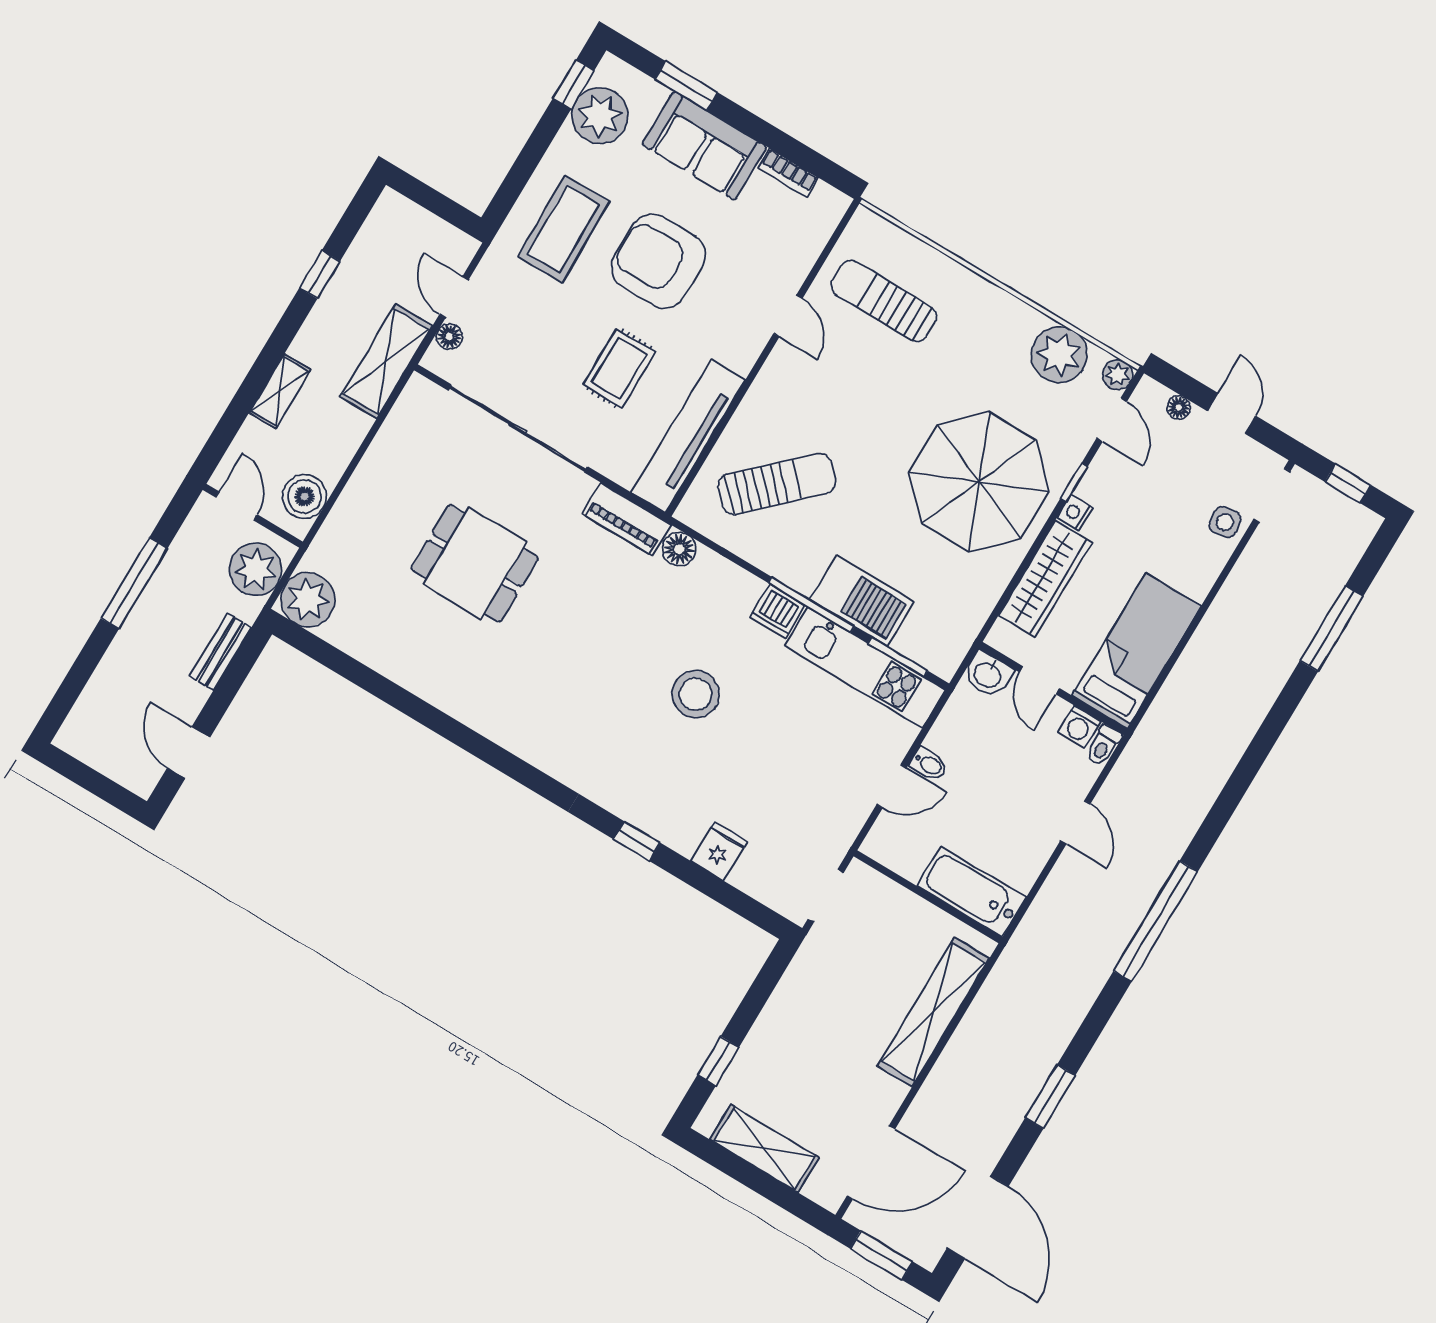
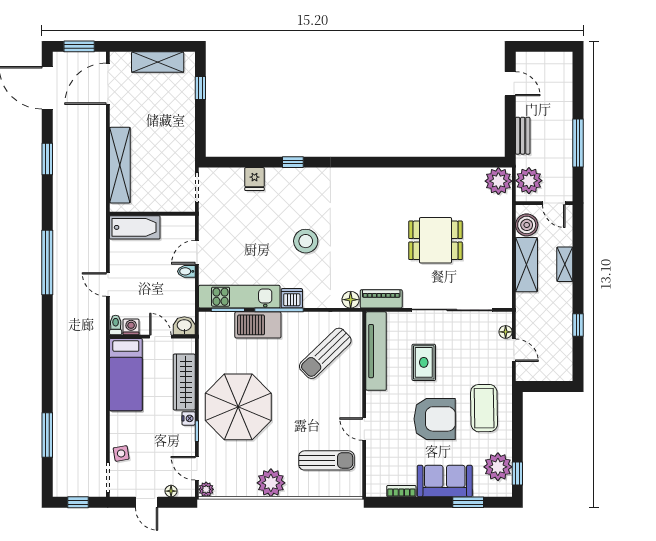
plant: (1059, 355) -> (271, 483), moved
shelving: (386, 361) -> (526, 265), moved

